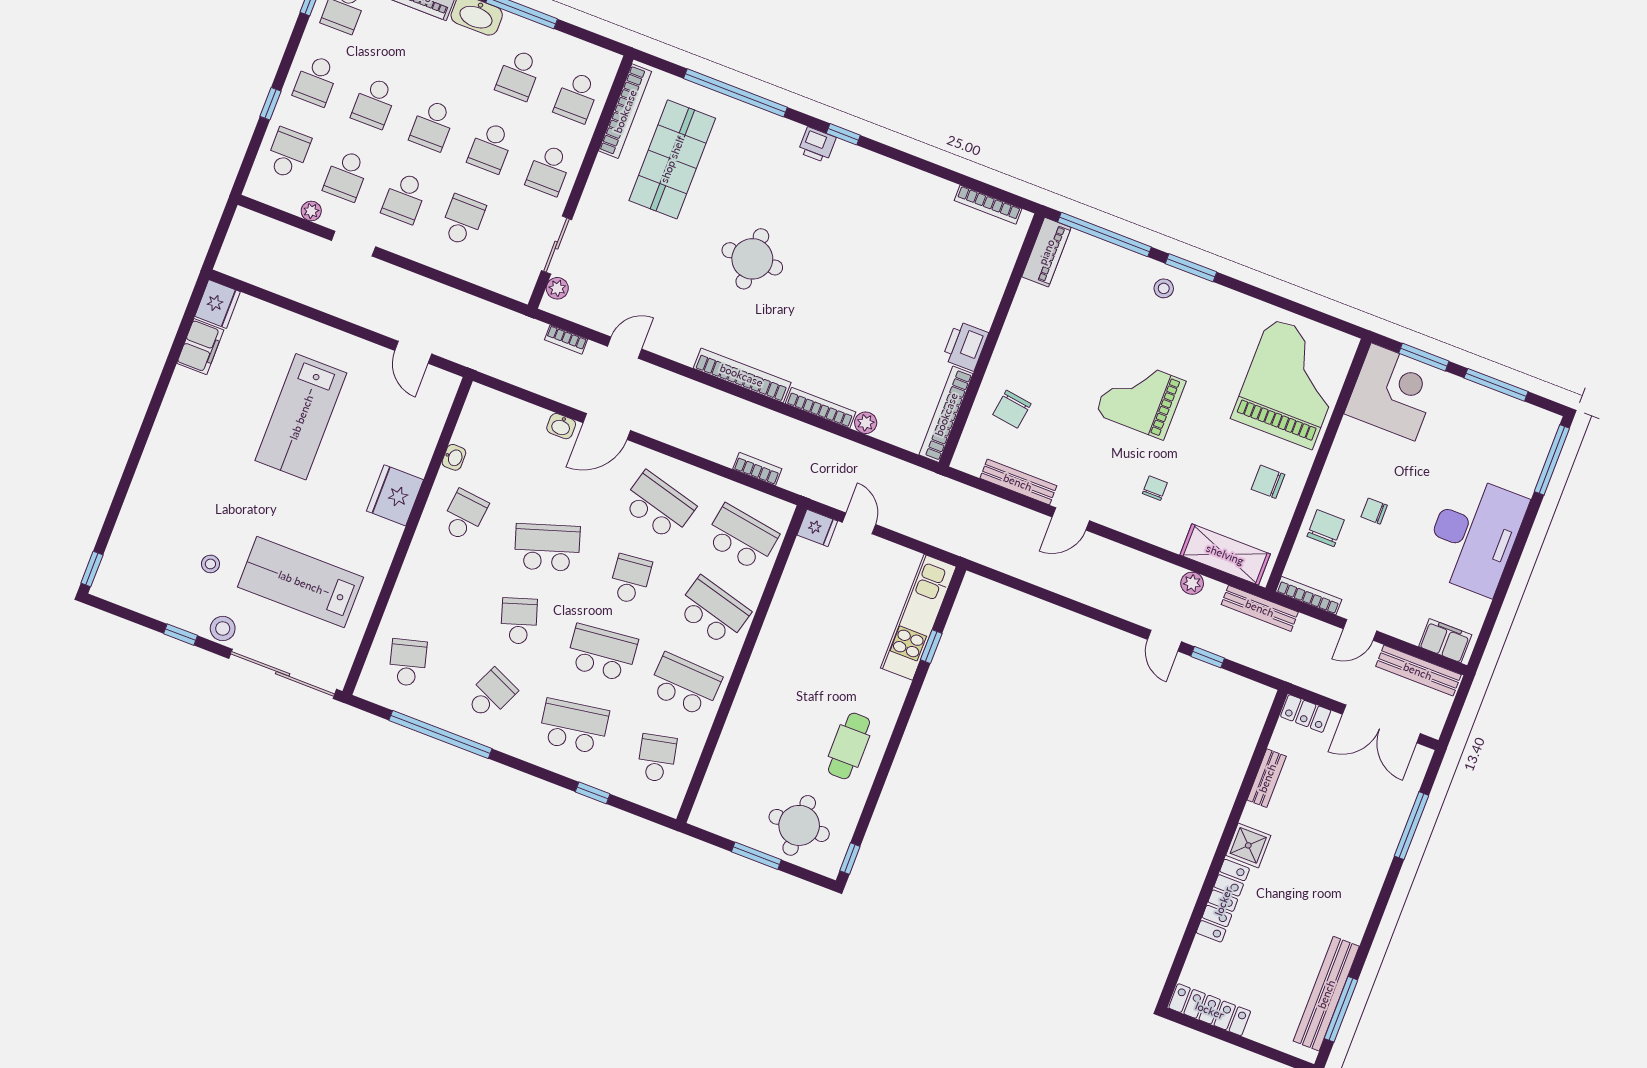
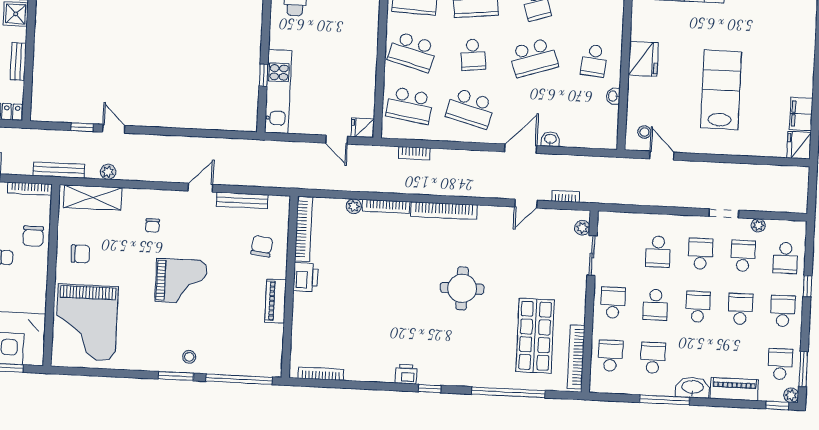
printer: (817, 145) -> (406, 374), moved
school desk: (491, 148) -> (655, 305), turned 180
piano: (1046, 252) -> (276, 301), moved
stool: (427, 393) -> (644, 132), added

